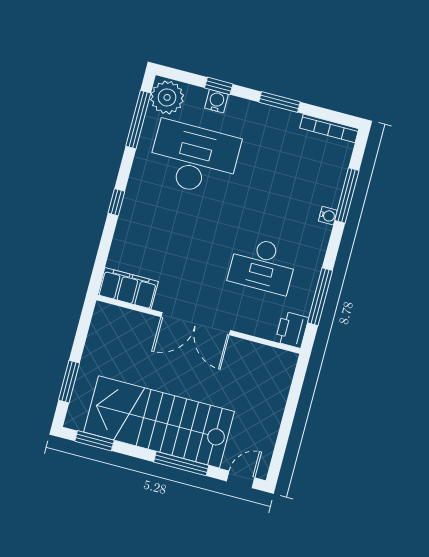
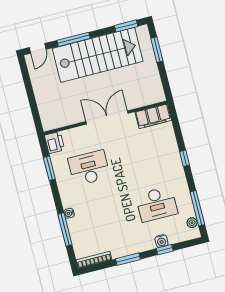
plant: (167, 97) -> (192, 223), width x0.53, depth x0.53
desk: (194, 158) -> (157, 204), width x0.73, depth x0.77
window: (320, 297) -> (49, 168), width x0.69

